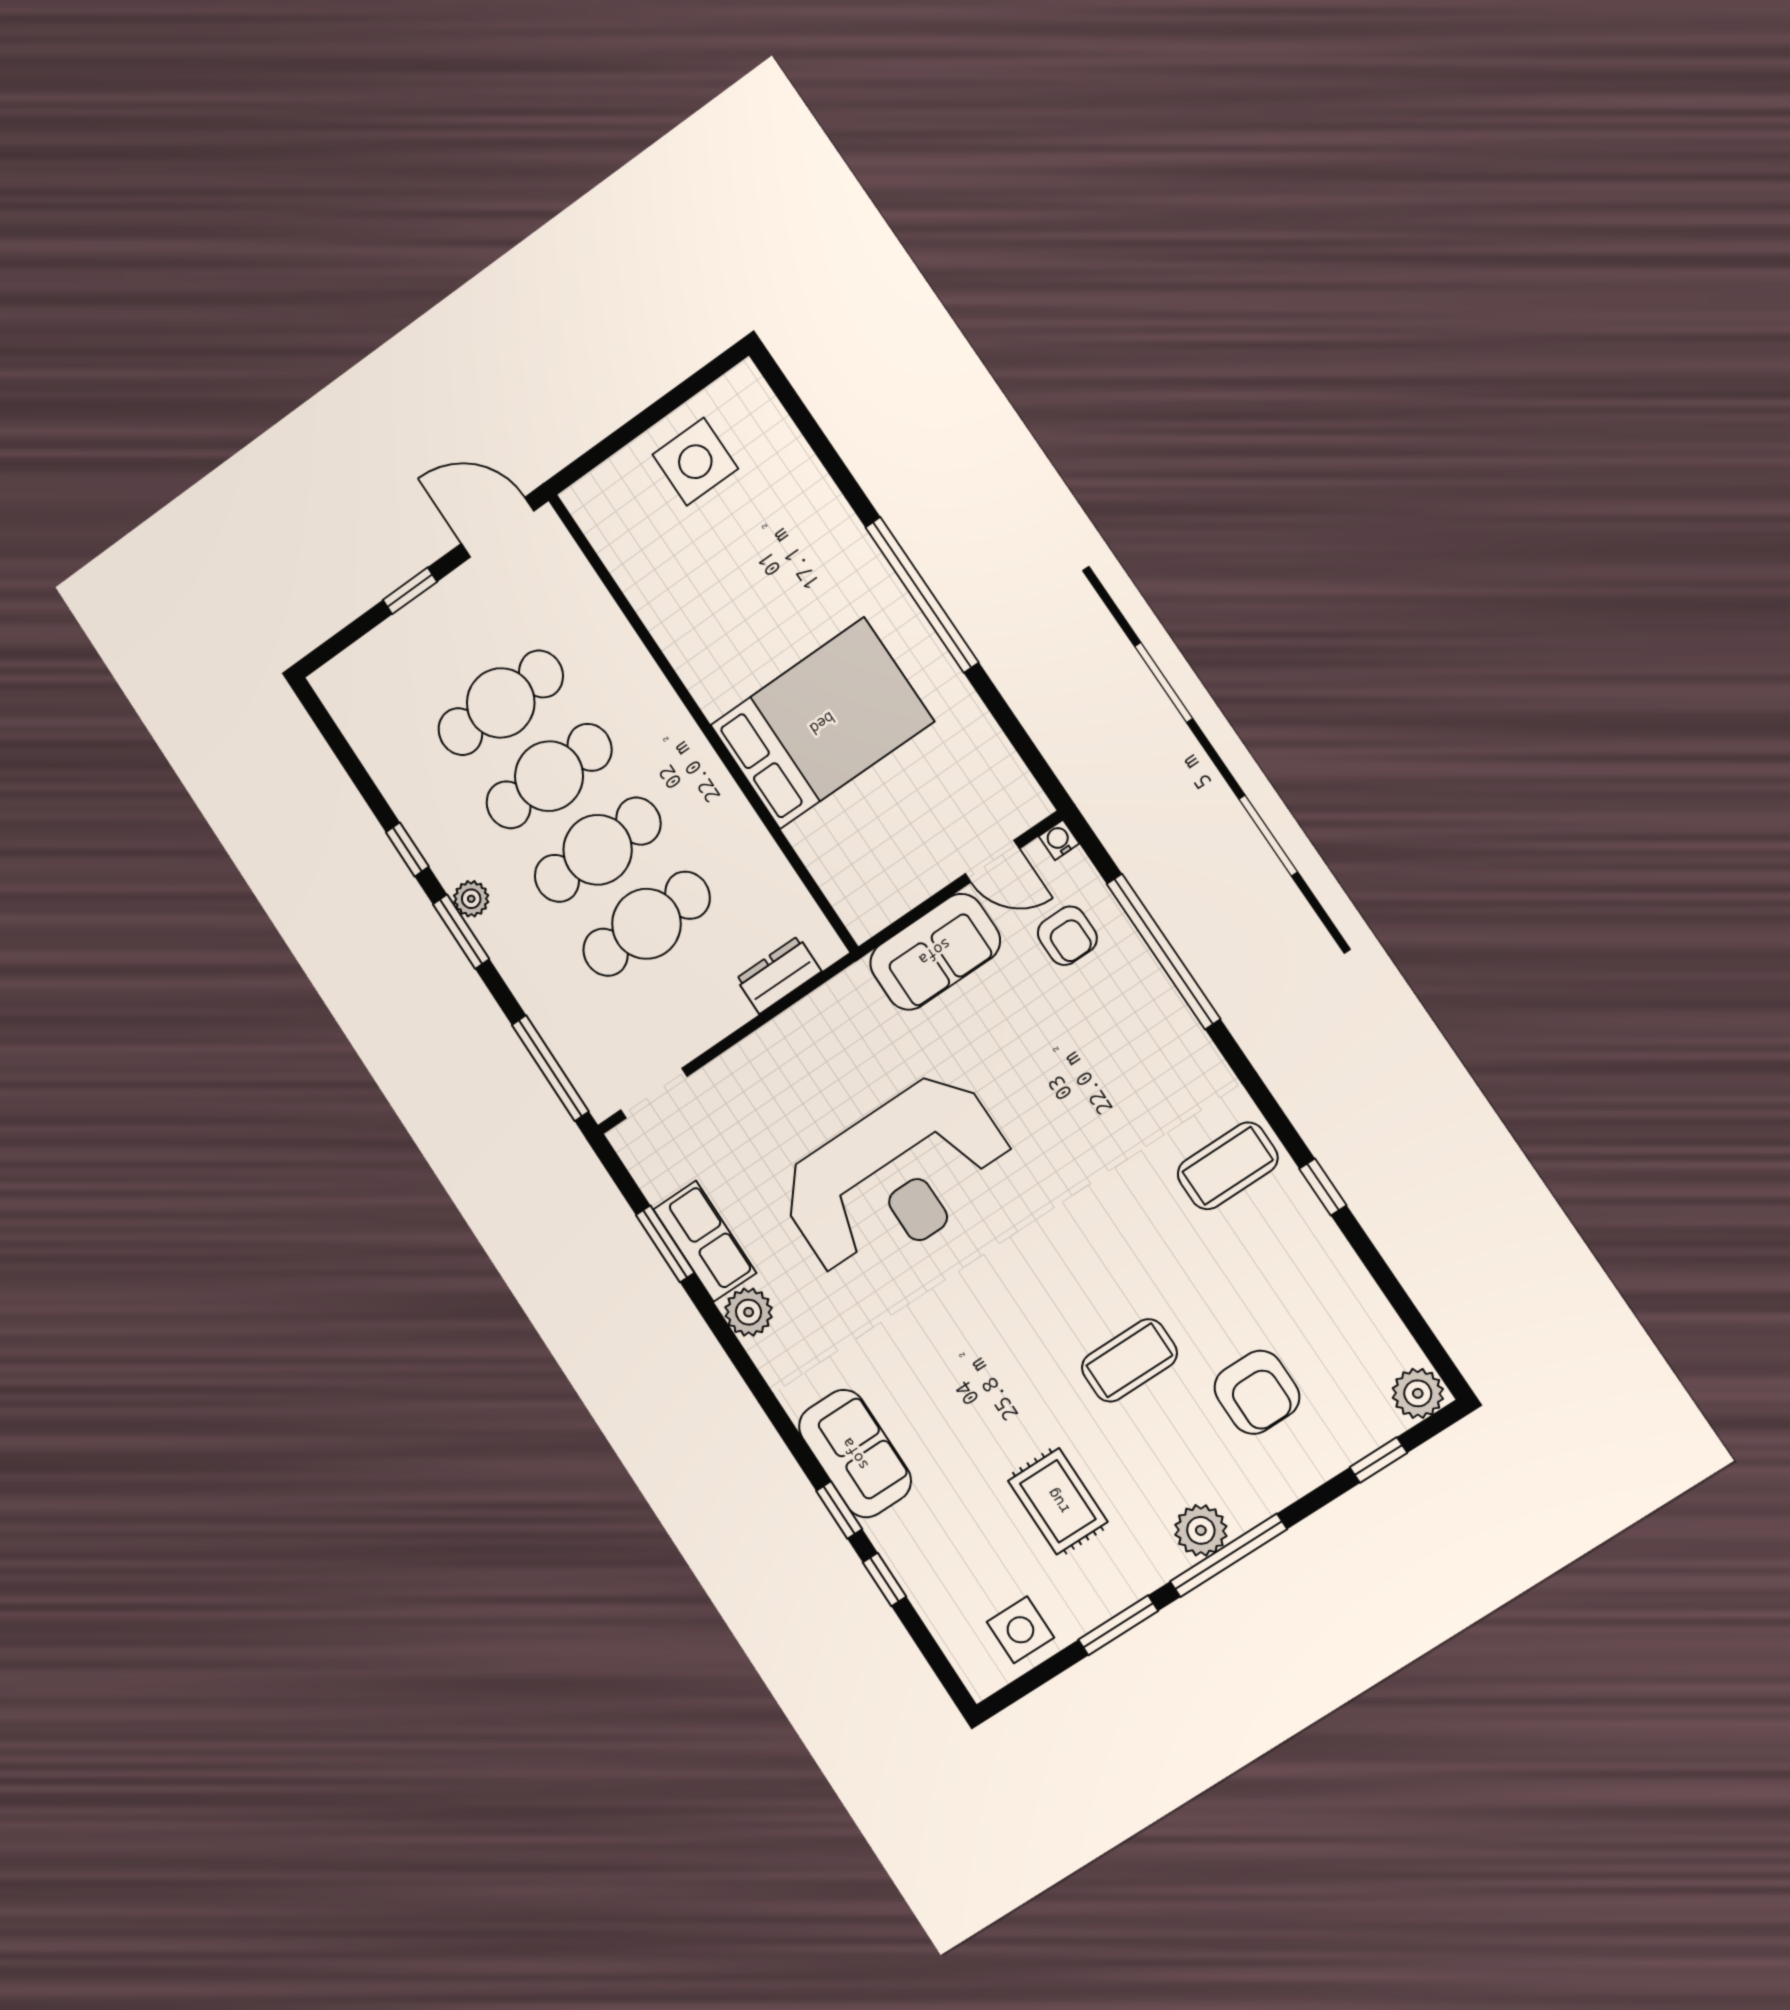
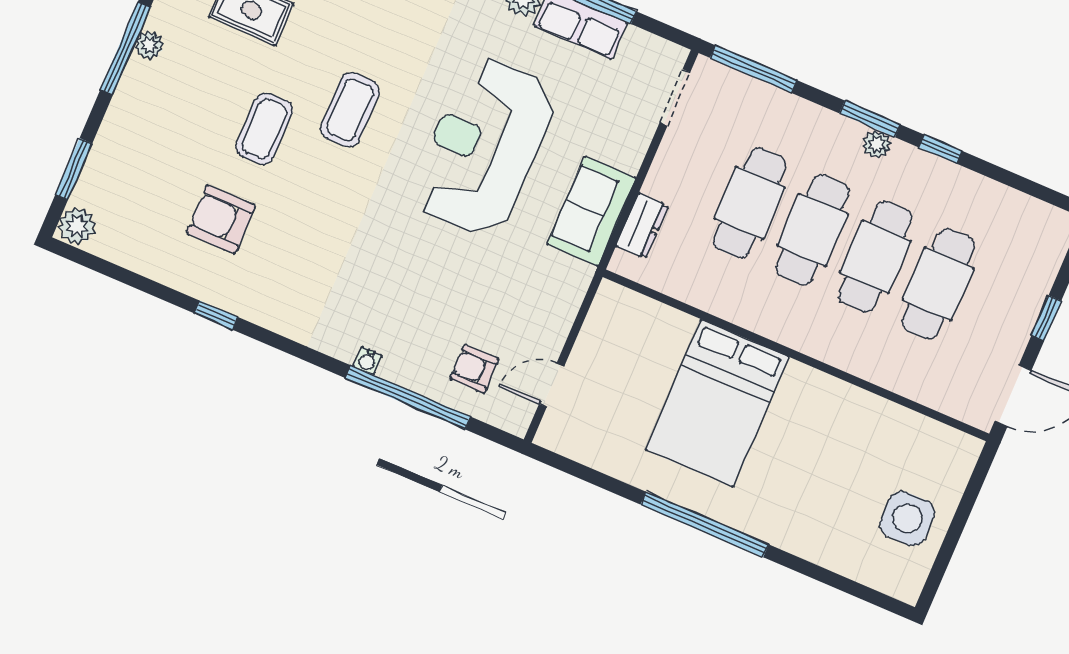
water cooler: (1059, 840) -> (368, 361), moved, turned 90
sofa: (935, 952) -> (591, 211), moved
coffee table: (1228, 1166) -> (350, 110), moved
armchair: (1257, 1392) -> (221, 219), moved
window: (1378, 1460) -> (74, 169), width x1.50
plant: (1201, 1530) -> (149, 45), width x0.73, depth x0.73

